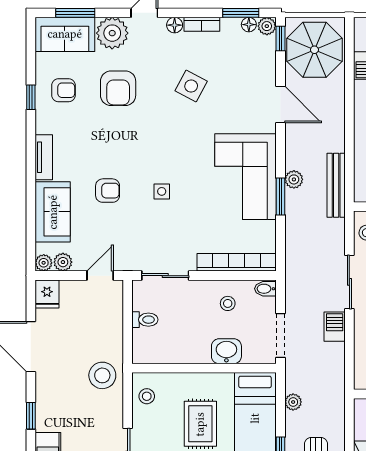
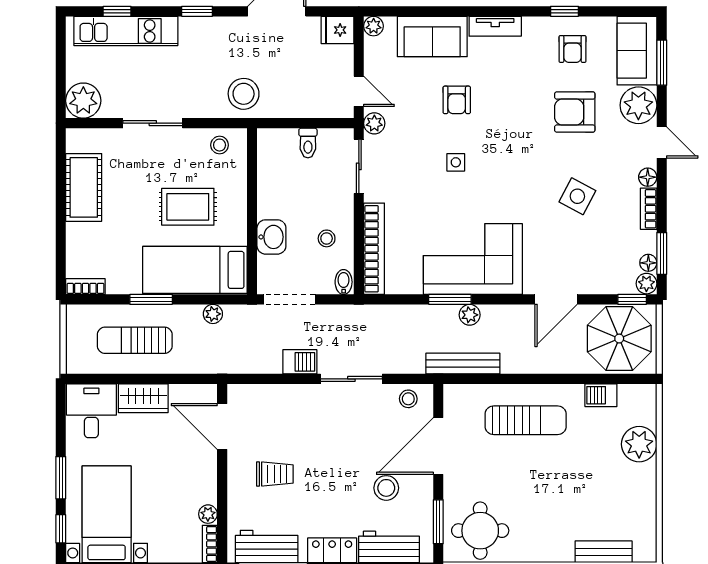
plant: (63, 262) -> (374, 123), moved

